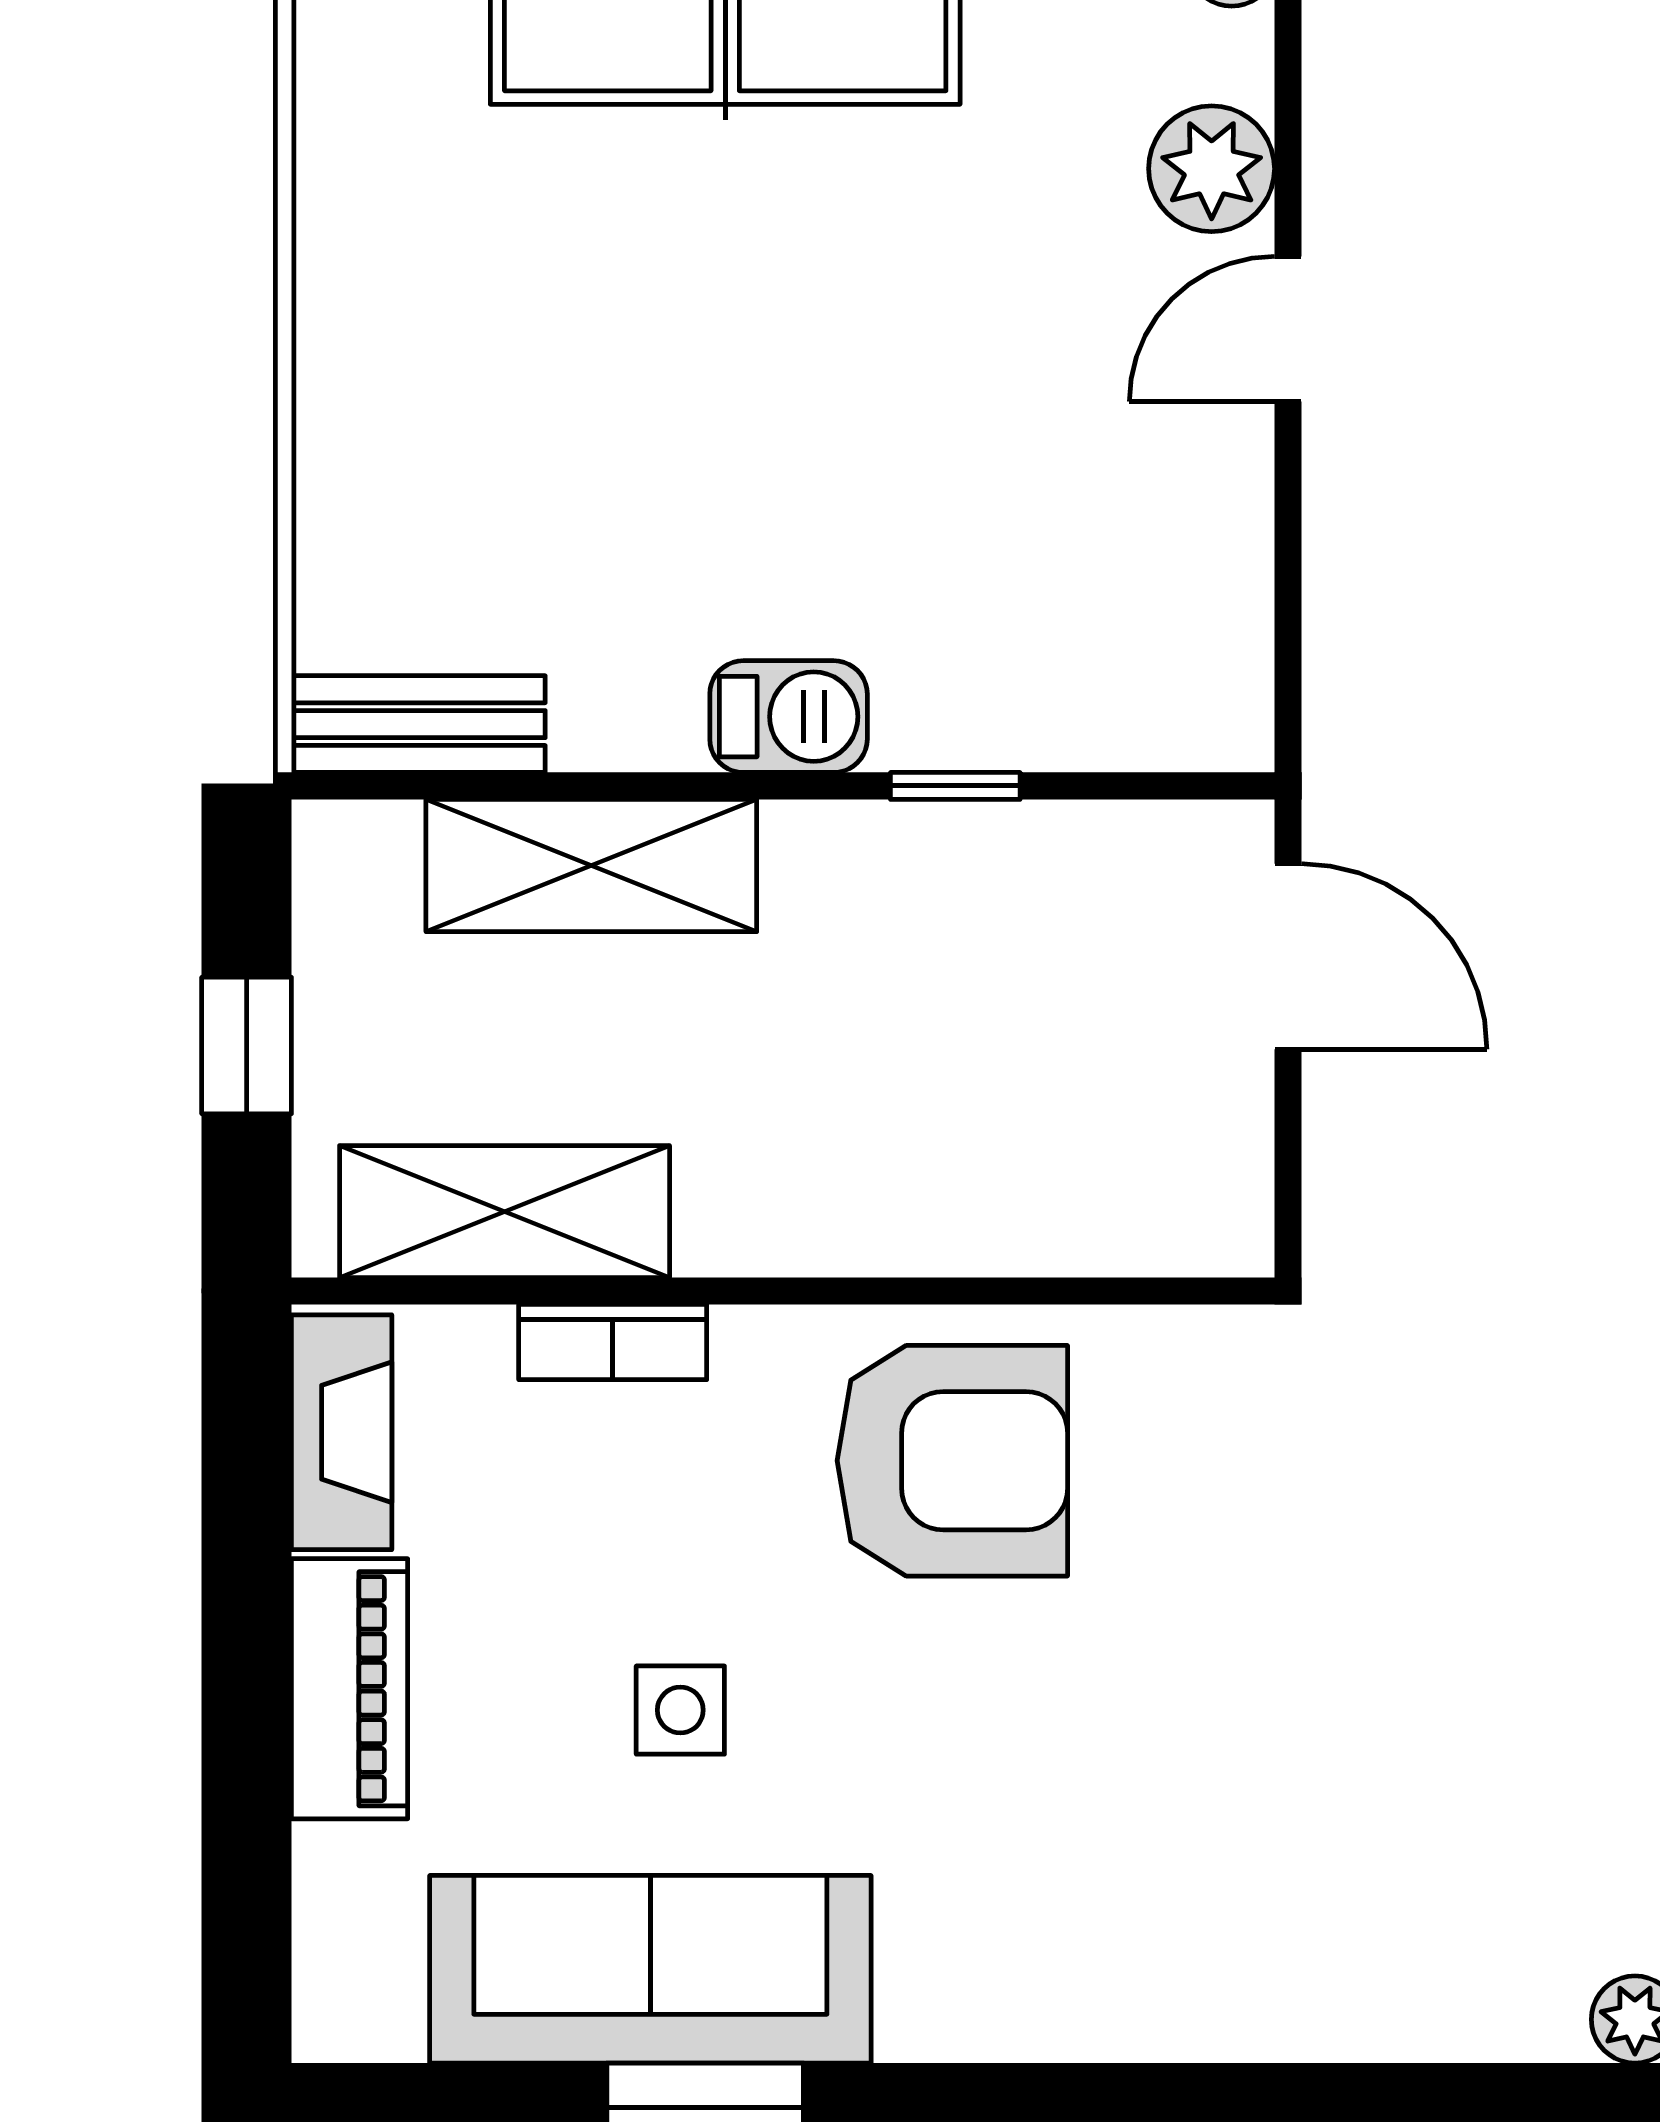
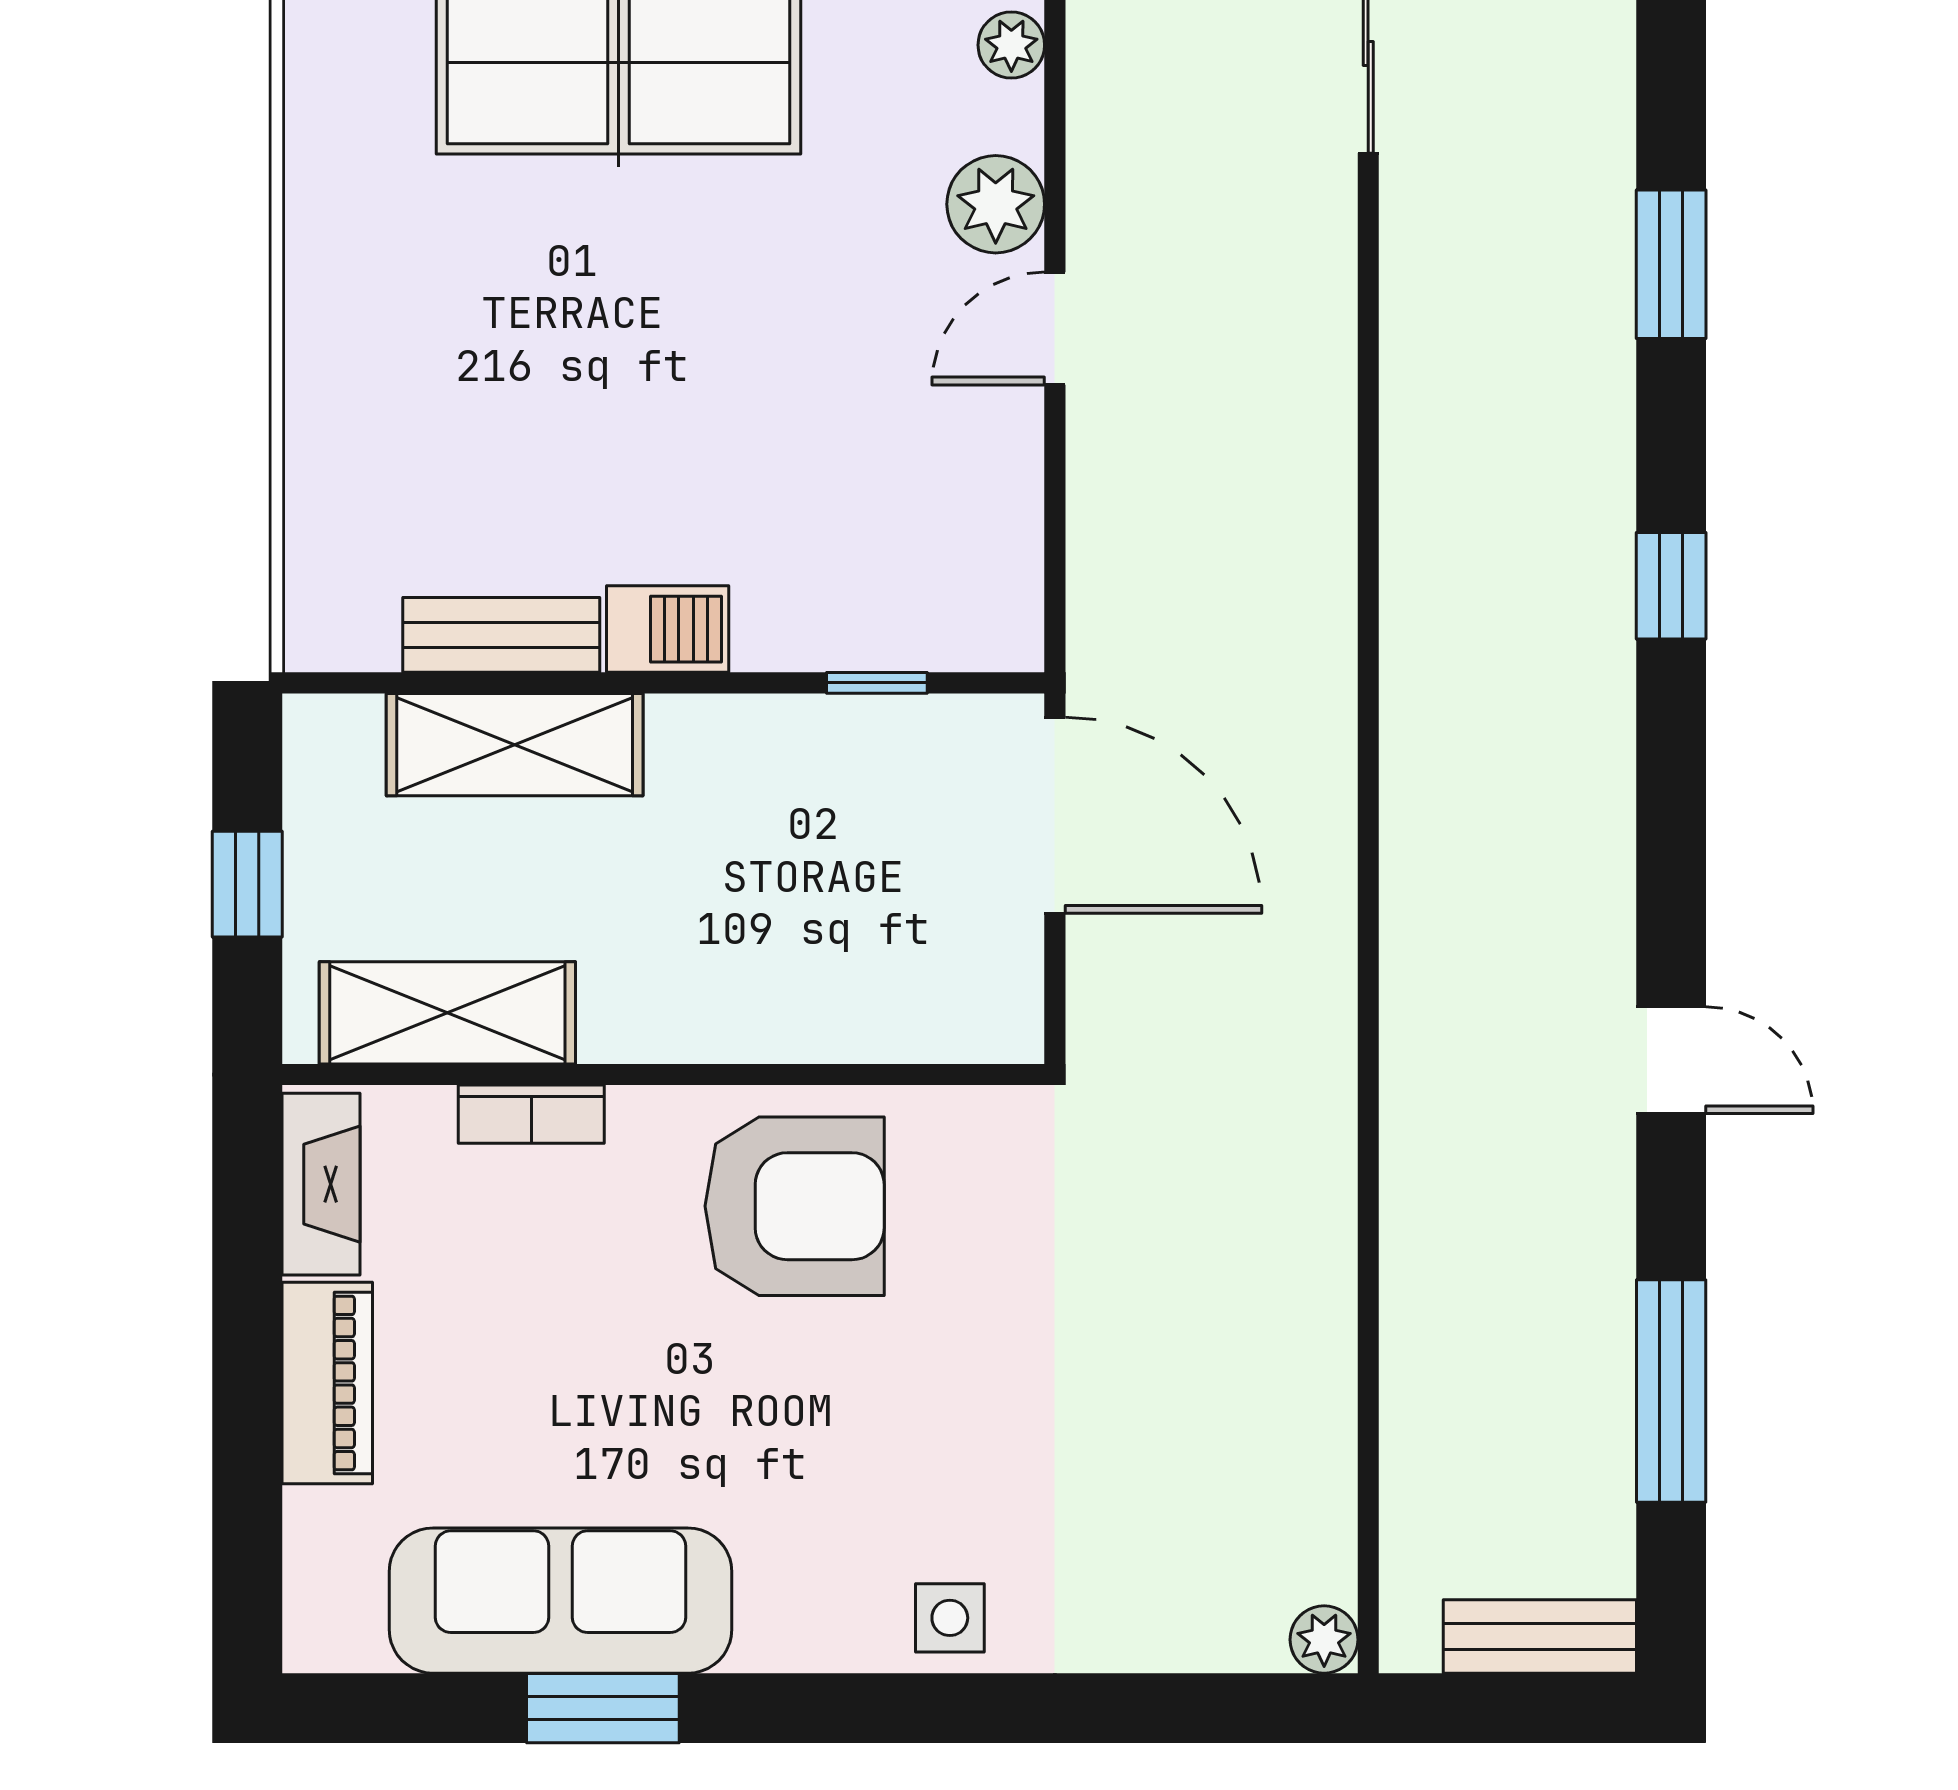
bench: (418, 724) -> (501, 635), moved
window: (955, 786) -> (877, 683), moved
door: (1288, 957) -> (1055, 815), width x1.36
side table: (680, 1710) -> (950, 1618), moved

